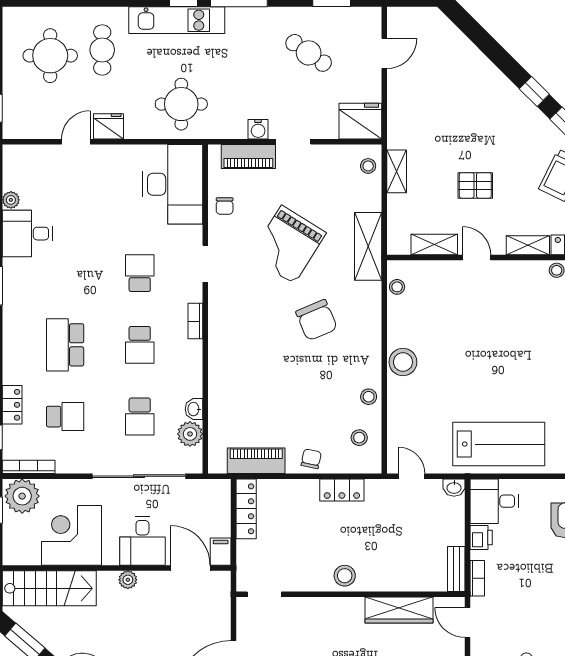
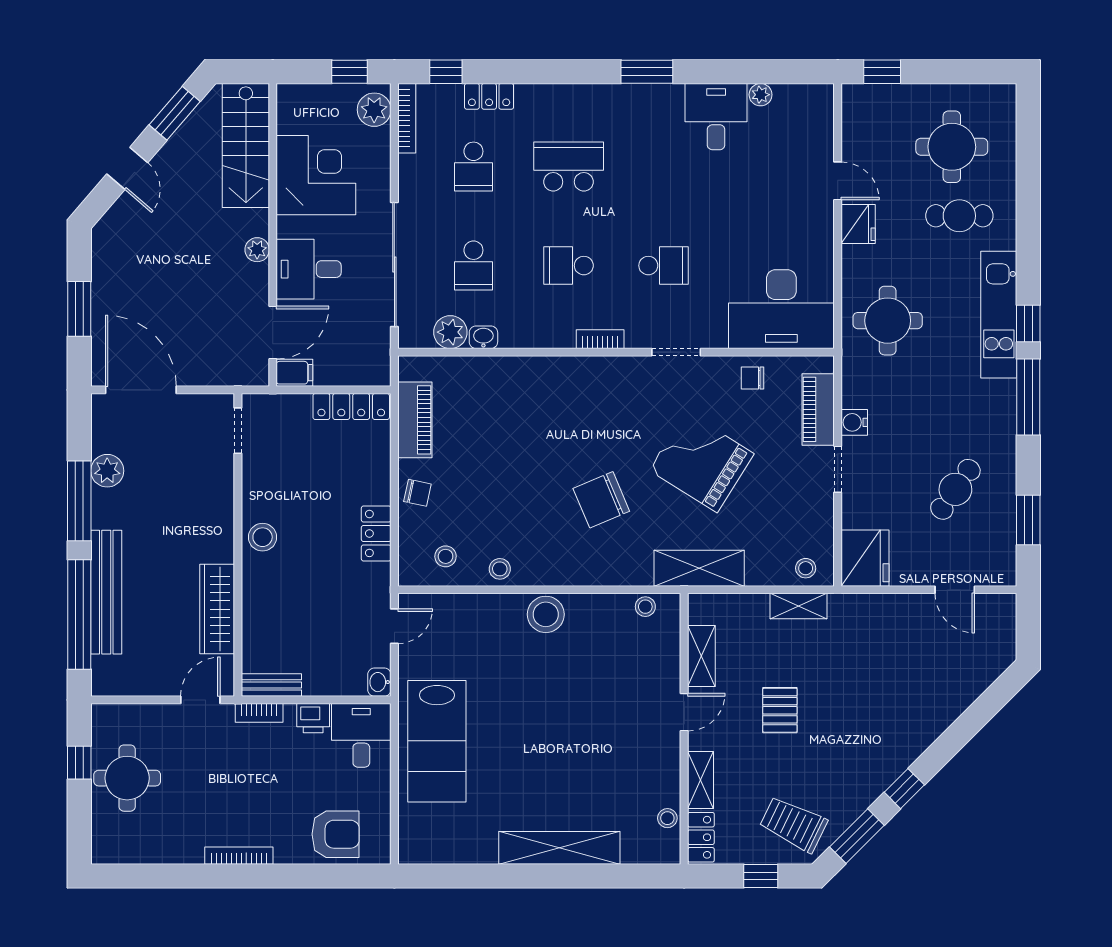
school desk: (140, 417) -> (473, 266), turned -90
plant: (22, 496) -> (374, 110), width x0.73, depth x0.73

